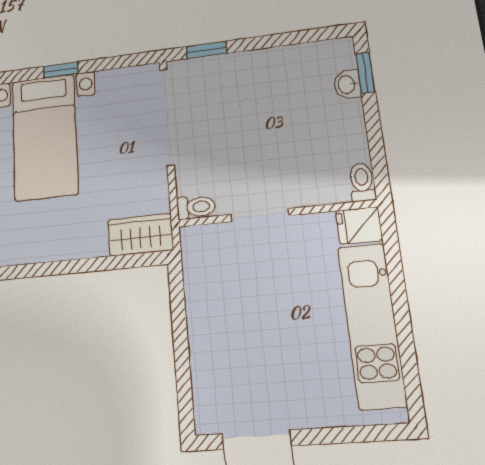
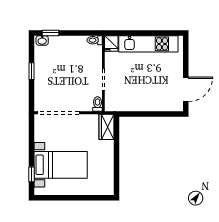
window: (206, 50) -> (31, 71), moved
window: (61, 70) -> (31, 174), moved
washbasin: (347, 85) -> (42, 40), moved

